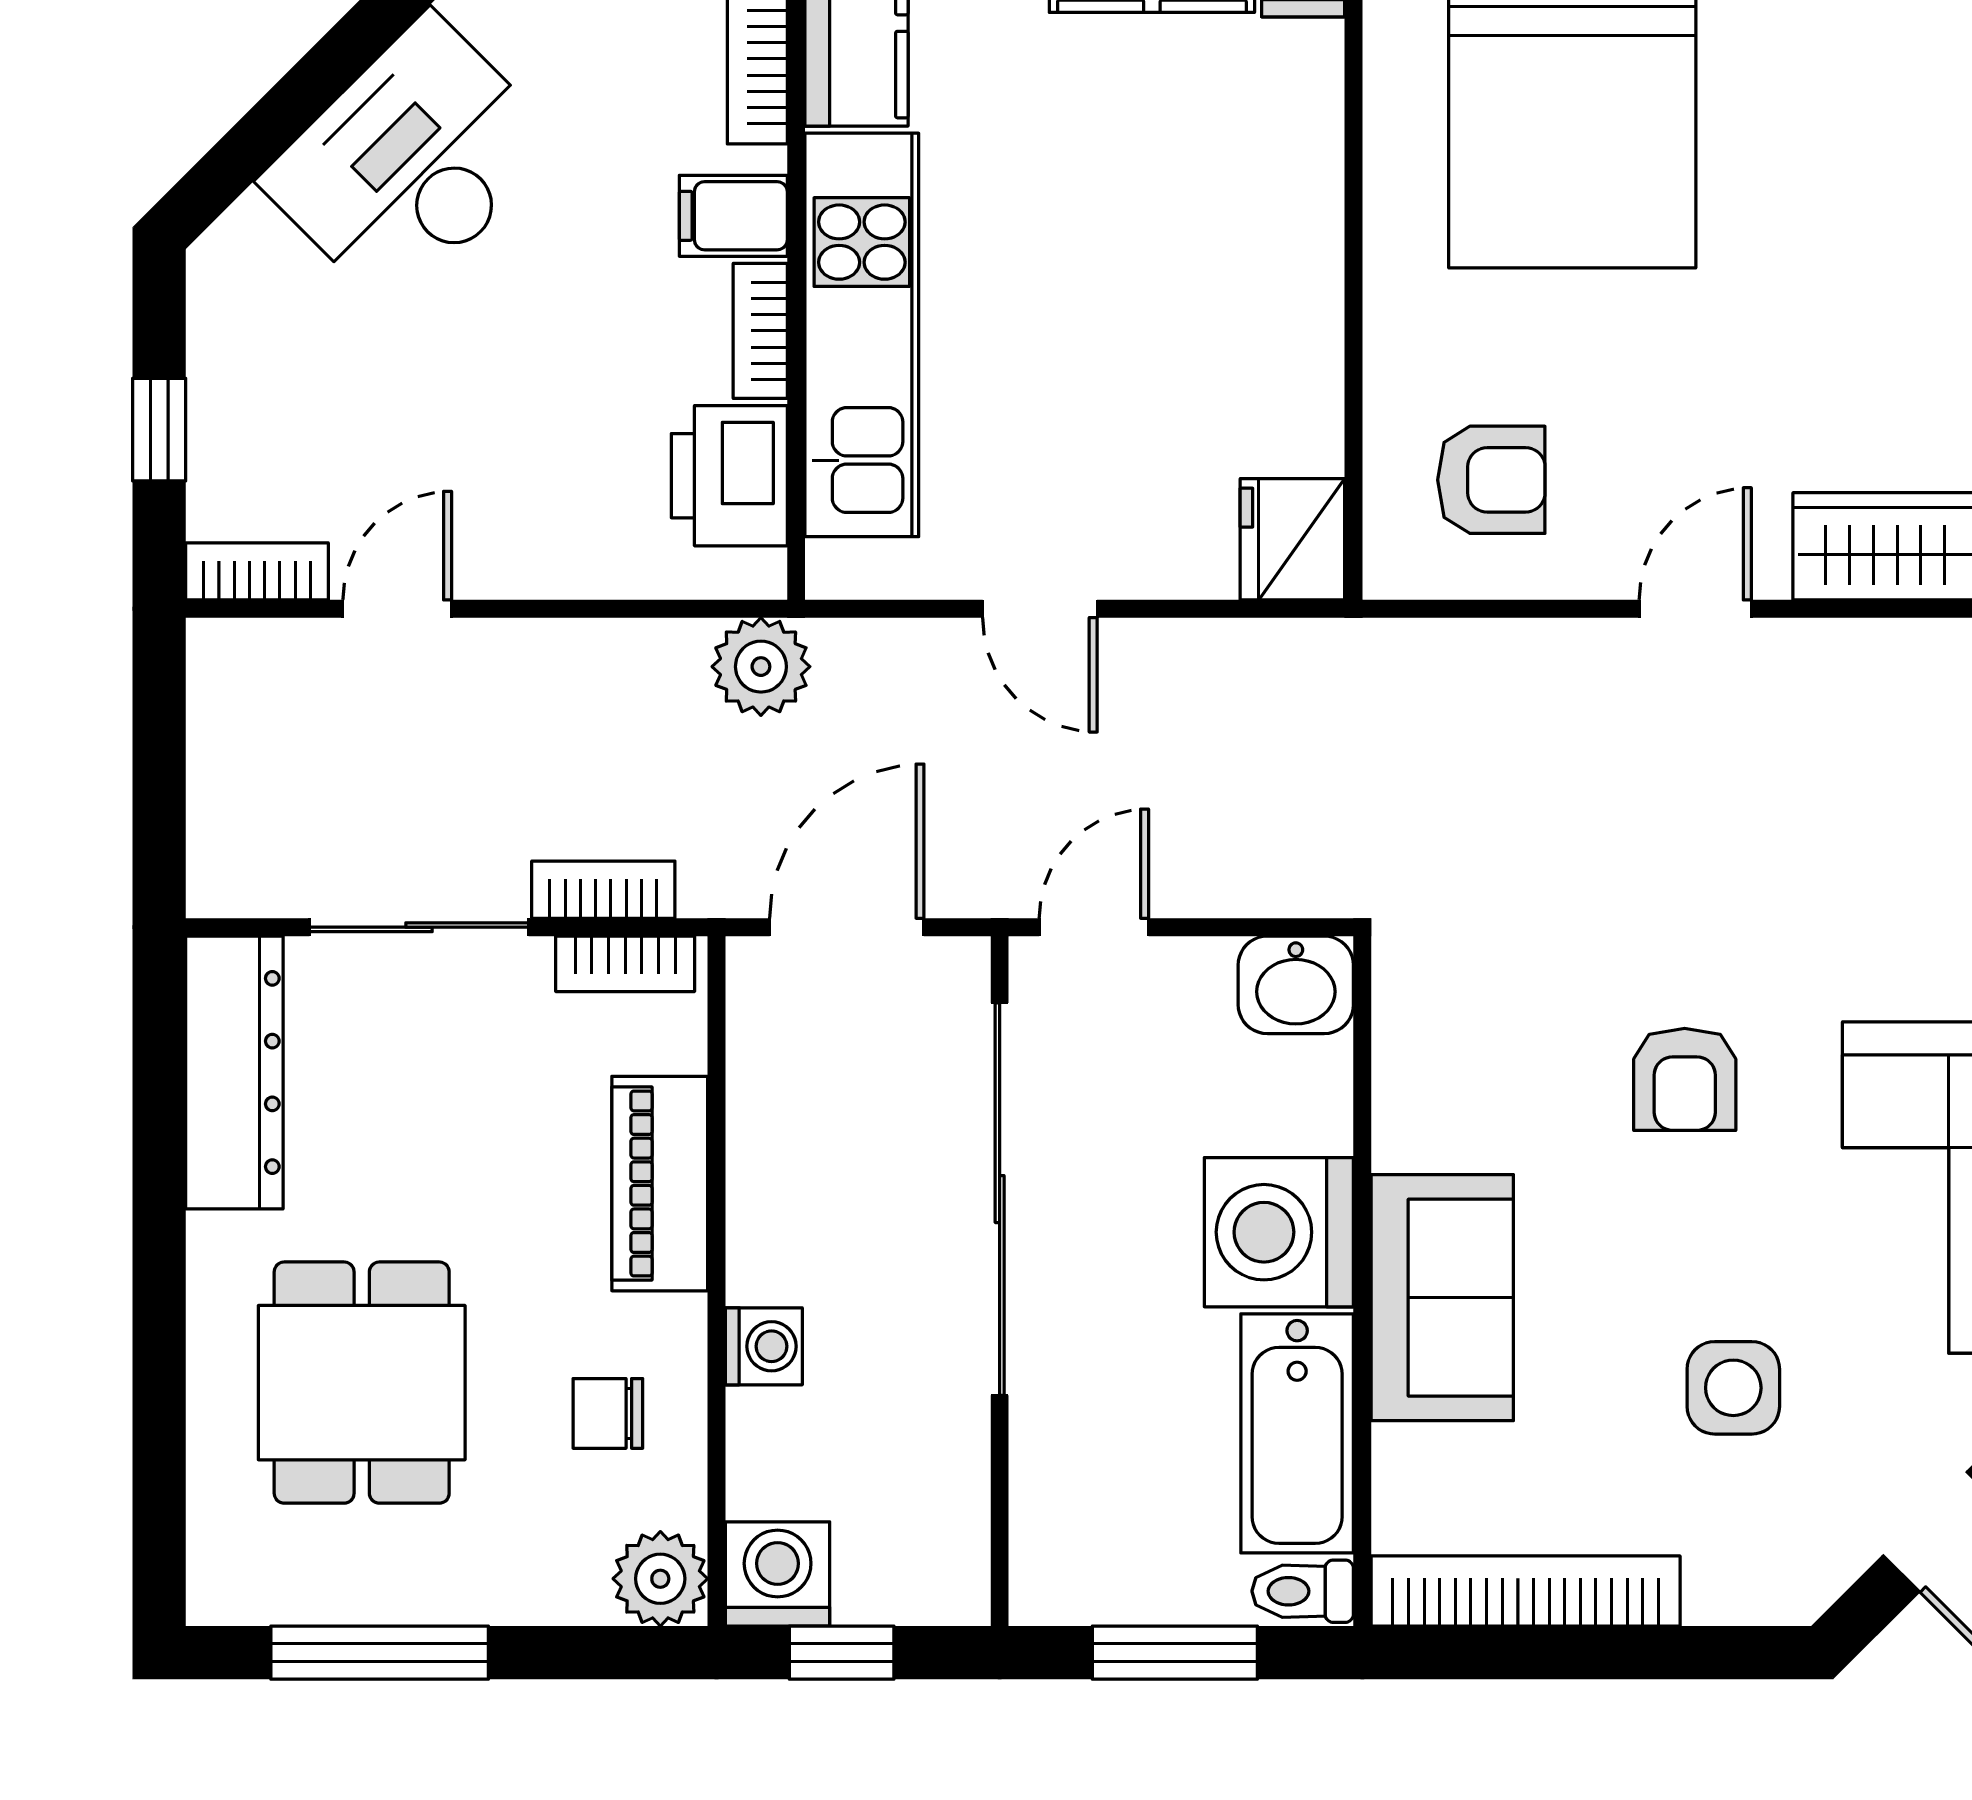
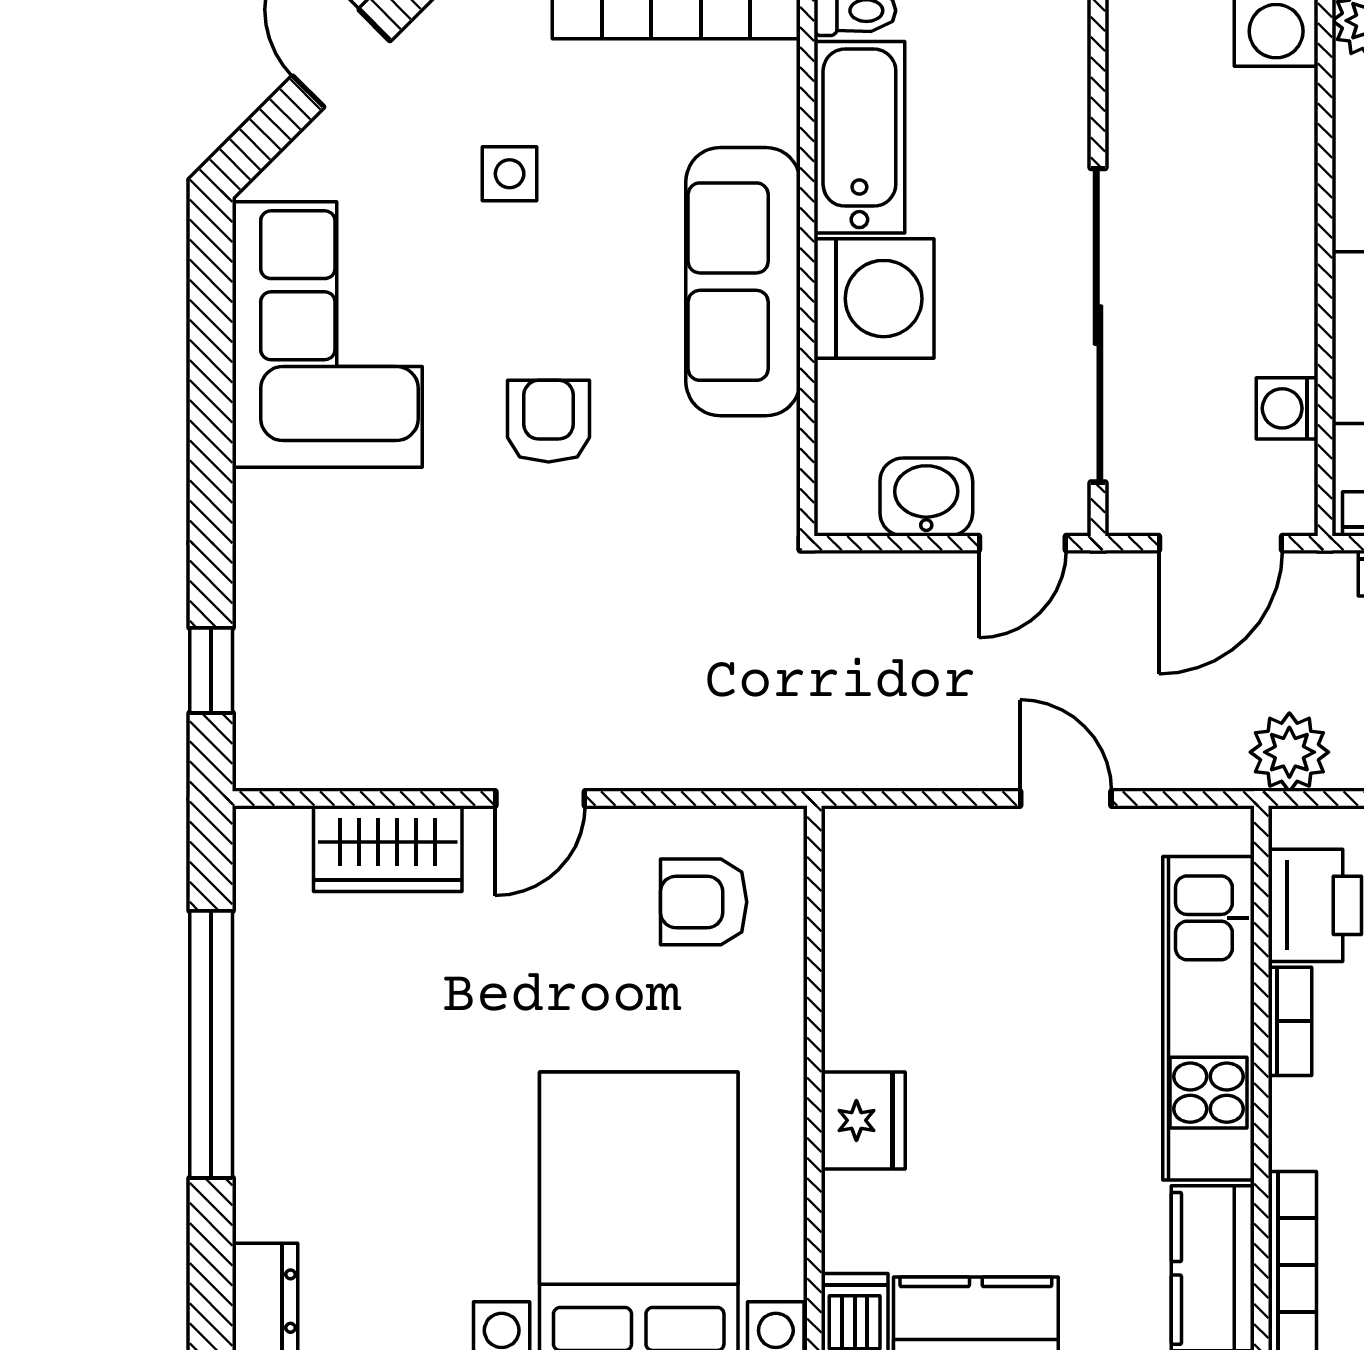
filing cabinet: (733, 216) -> (1312, 1114), removed
fridge: (1292, 539) -> (863, 1120), moved
washbasin: (1296, 985) -> (926, 497), moved
sofa: (1442, 1298) -> (743, 282), width x1.36
washing machine: (764, 1346) -> (1287, 408), moved
side table: (1733, 1388) -> (510, 174), width x0.73, depth x0.73

